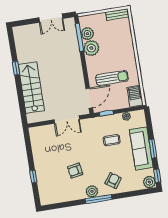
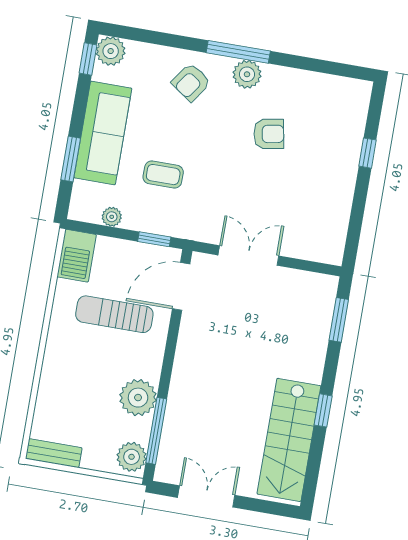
plant: (87, 34) -> (132, 457), moved
stairs: (31, 88) -> (289, 440), moved
window: (22, 106) -> (339, 320), added
window: (153, 149) -> (71, 159), moved

